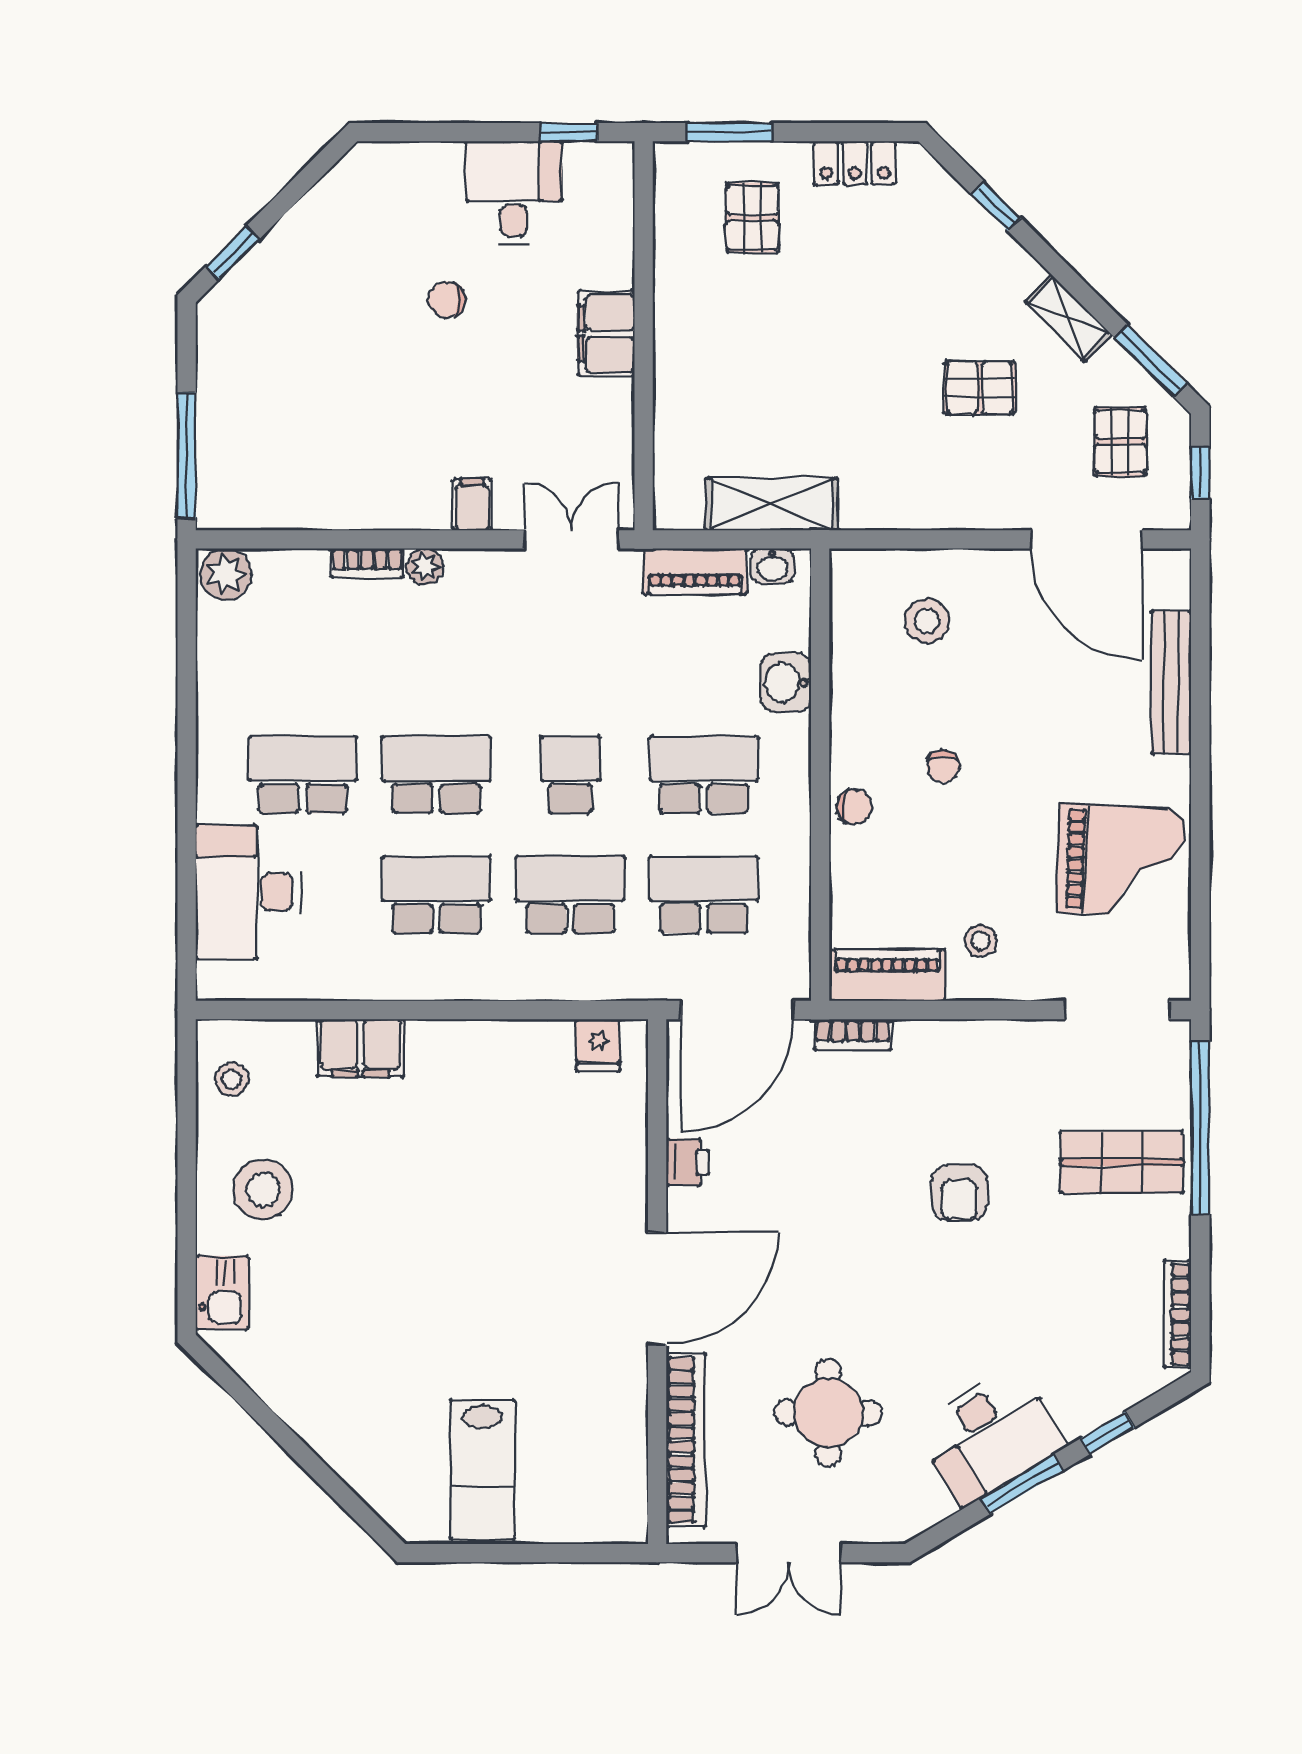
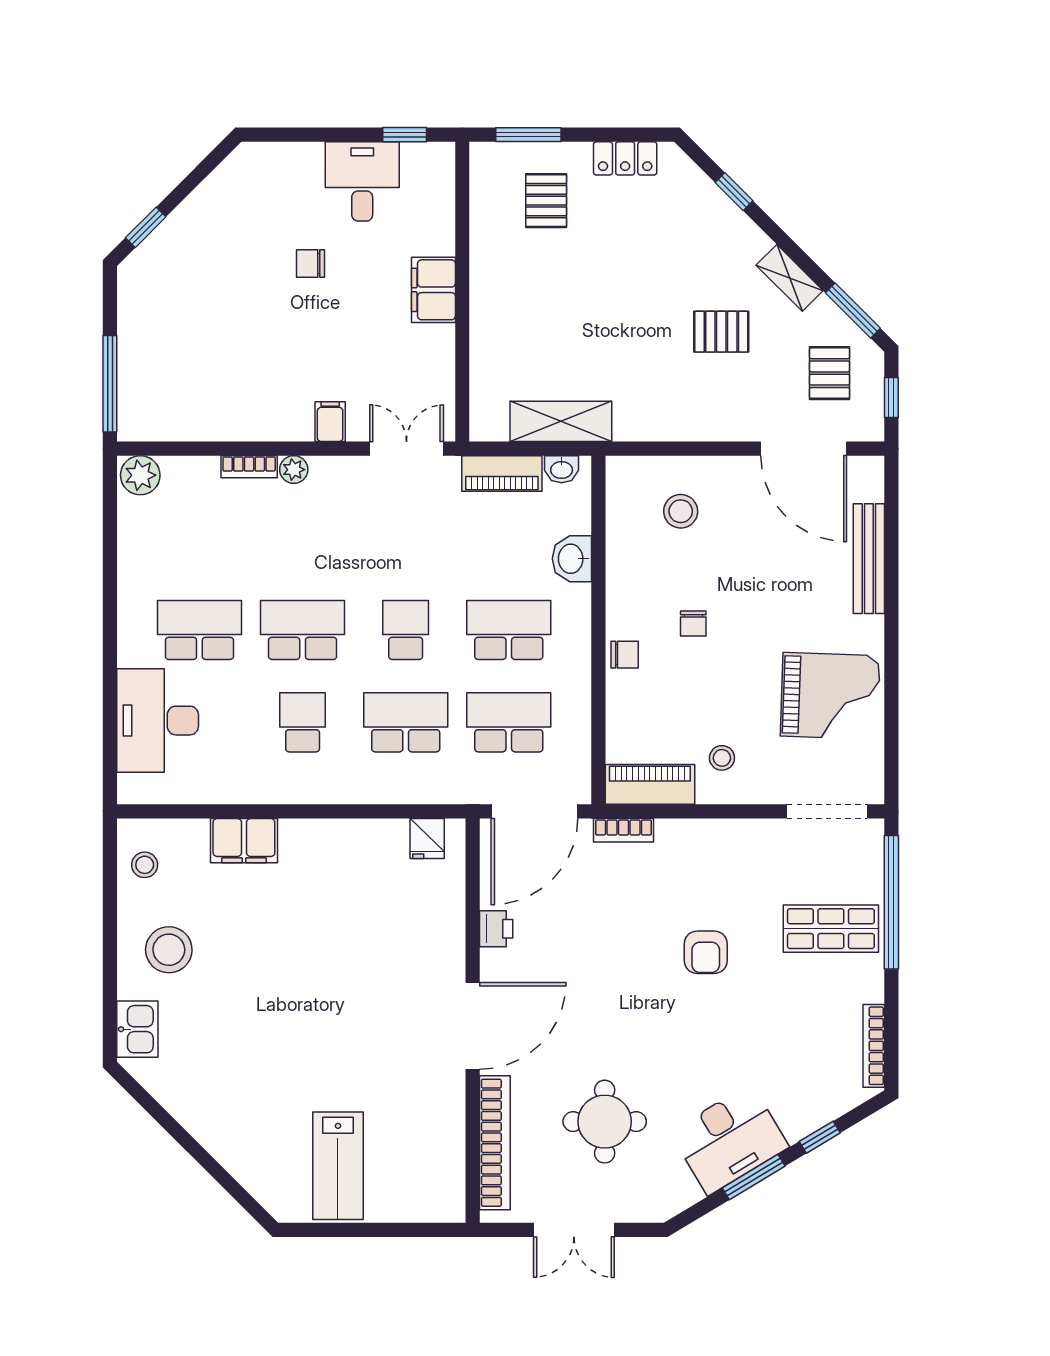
school desk: (436, 895) -> (303, 722), width x0.54

